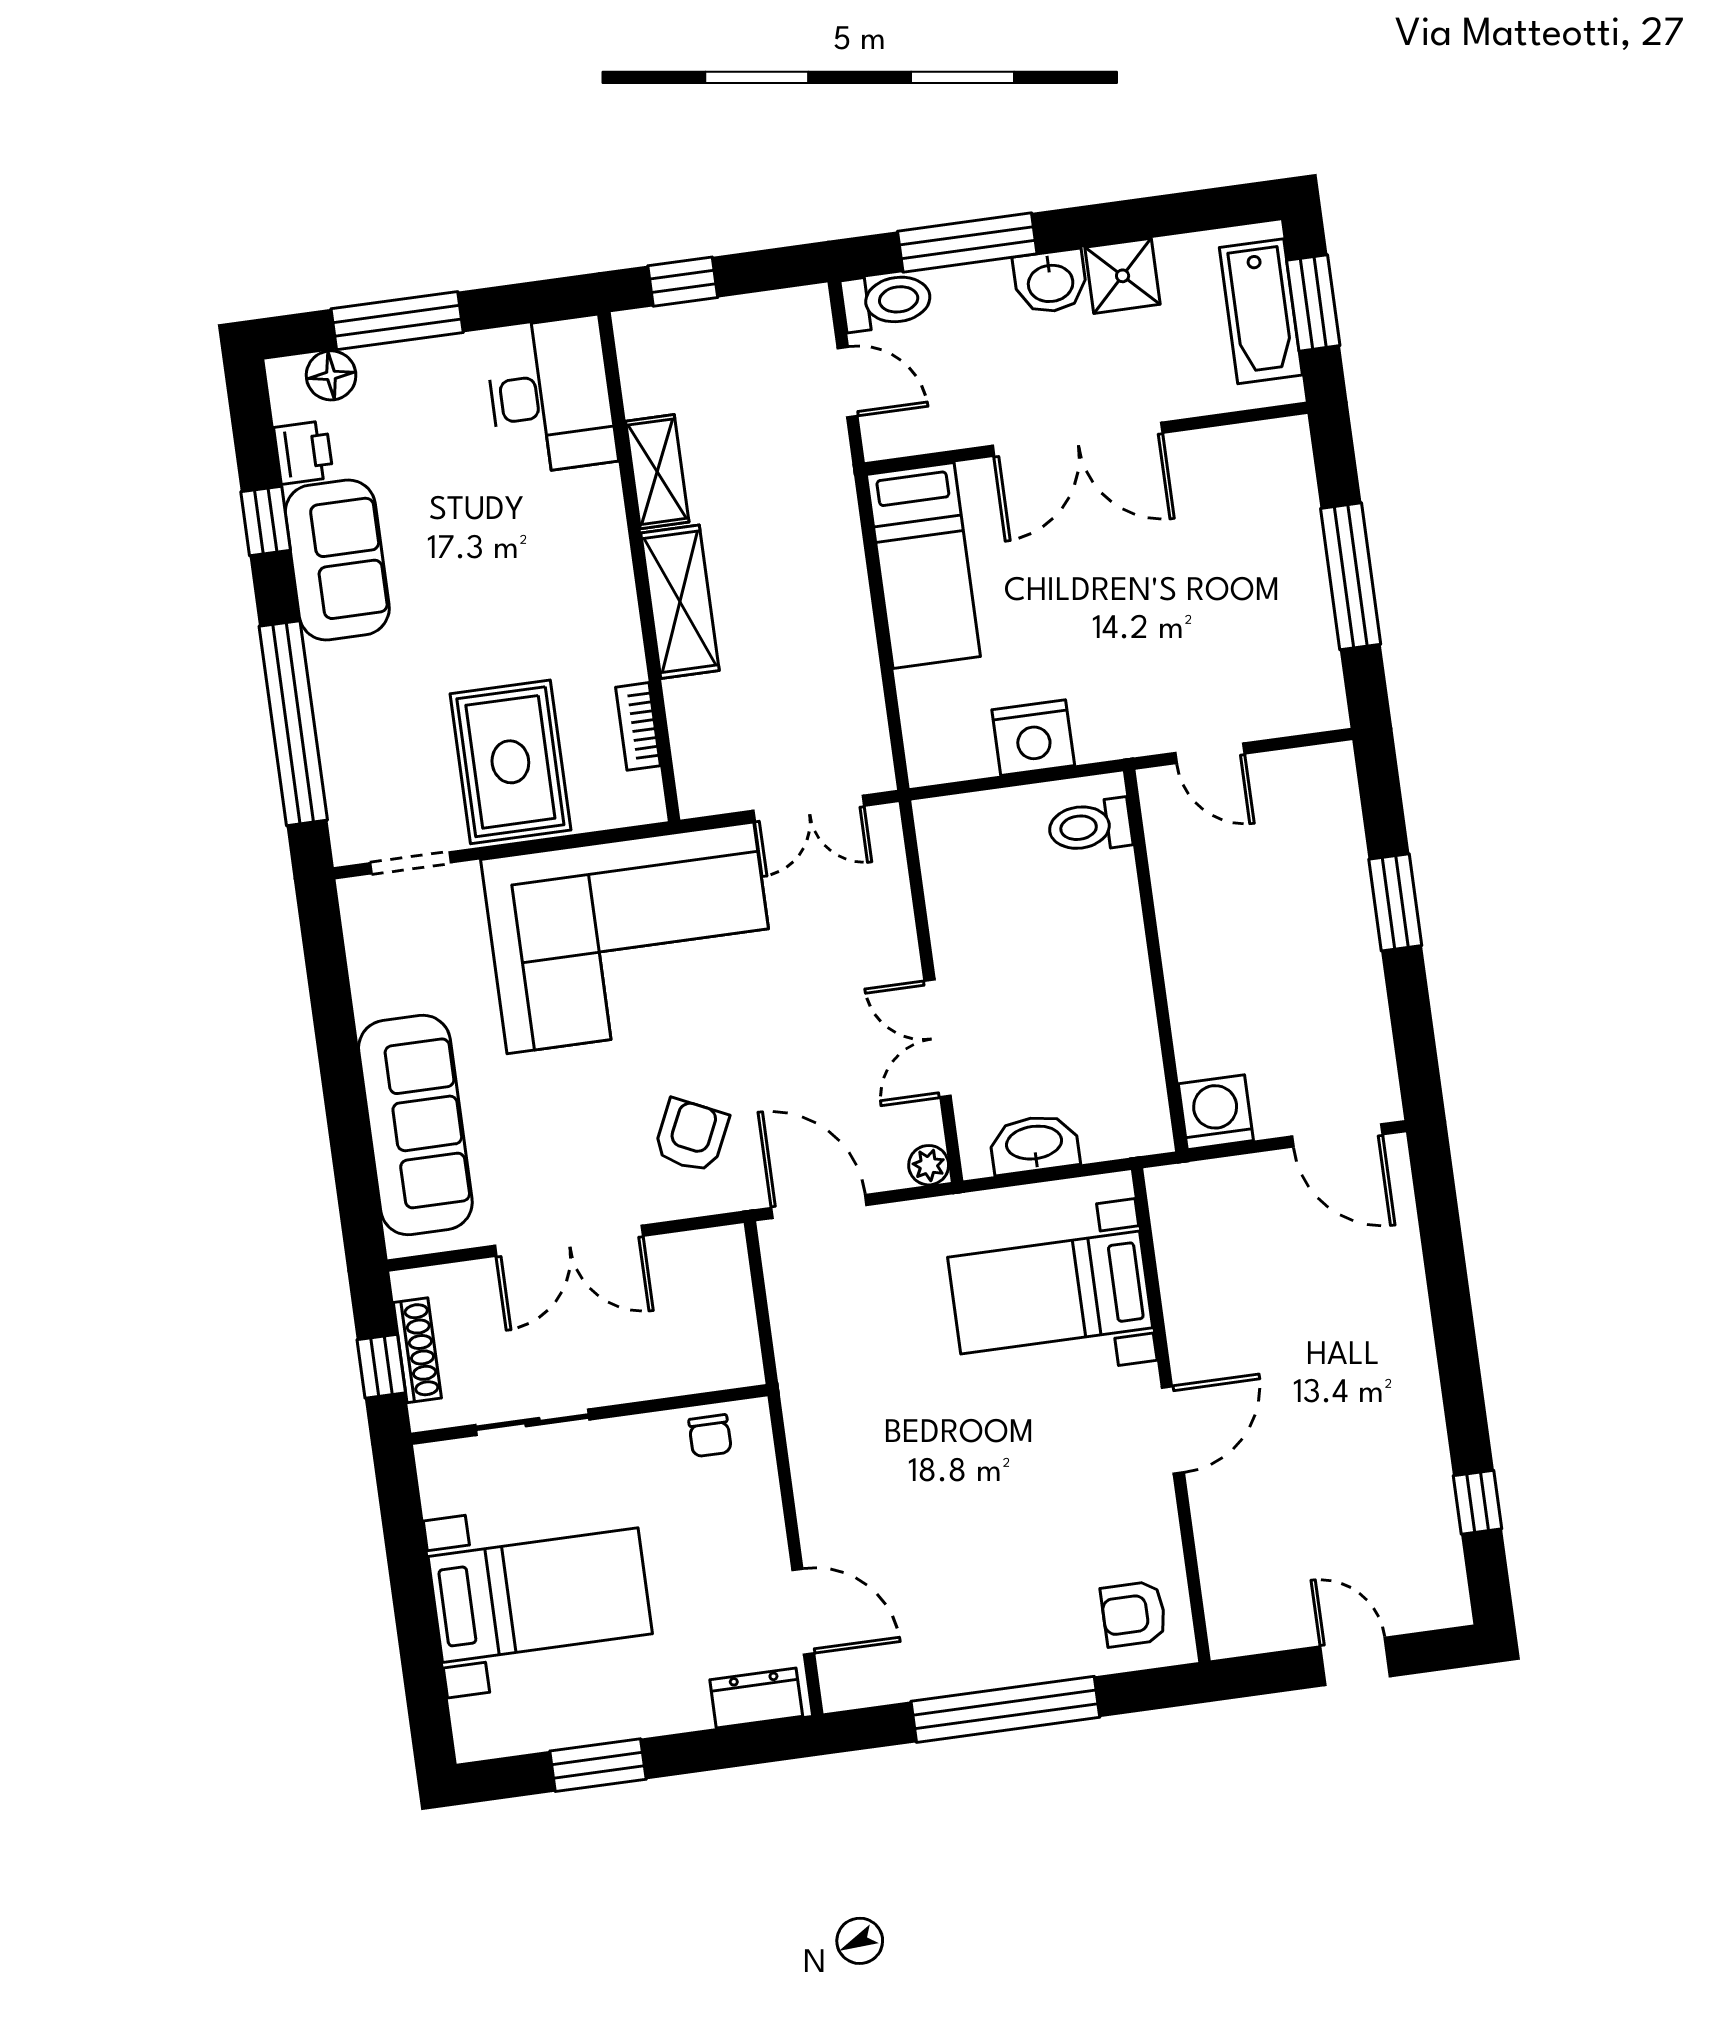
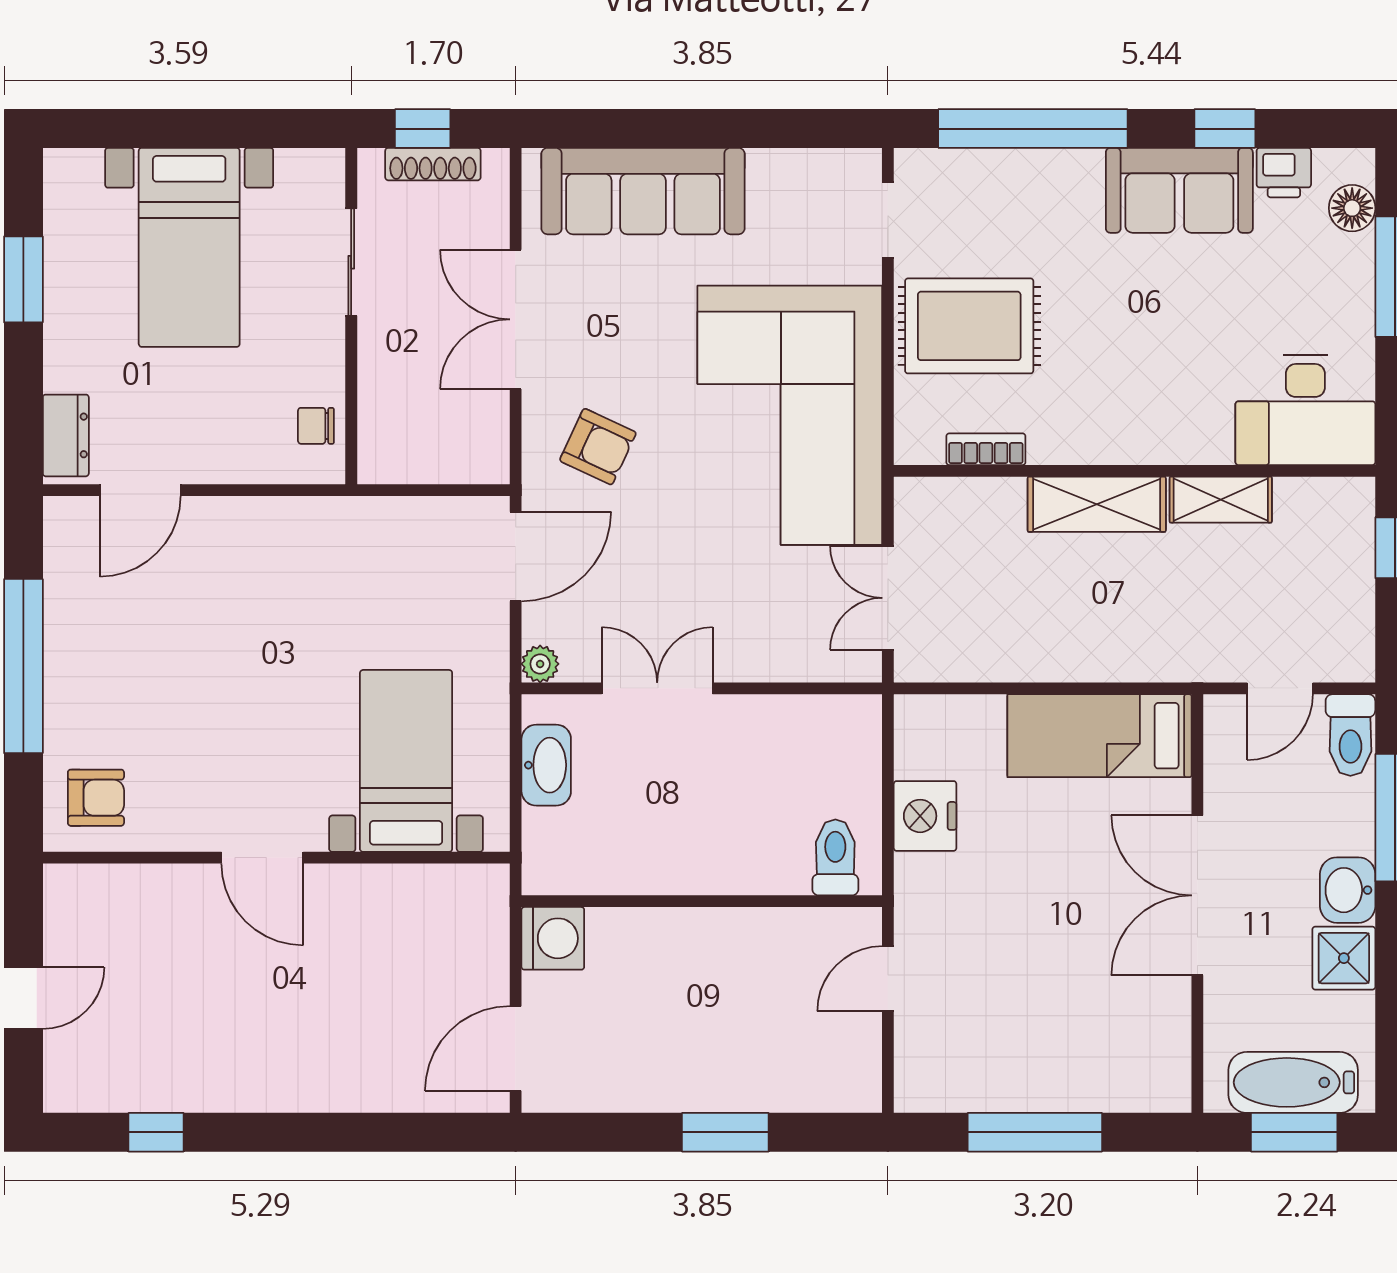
armchair: (1134, 1614) -> (96, 798), turned 90

